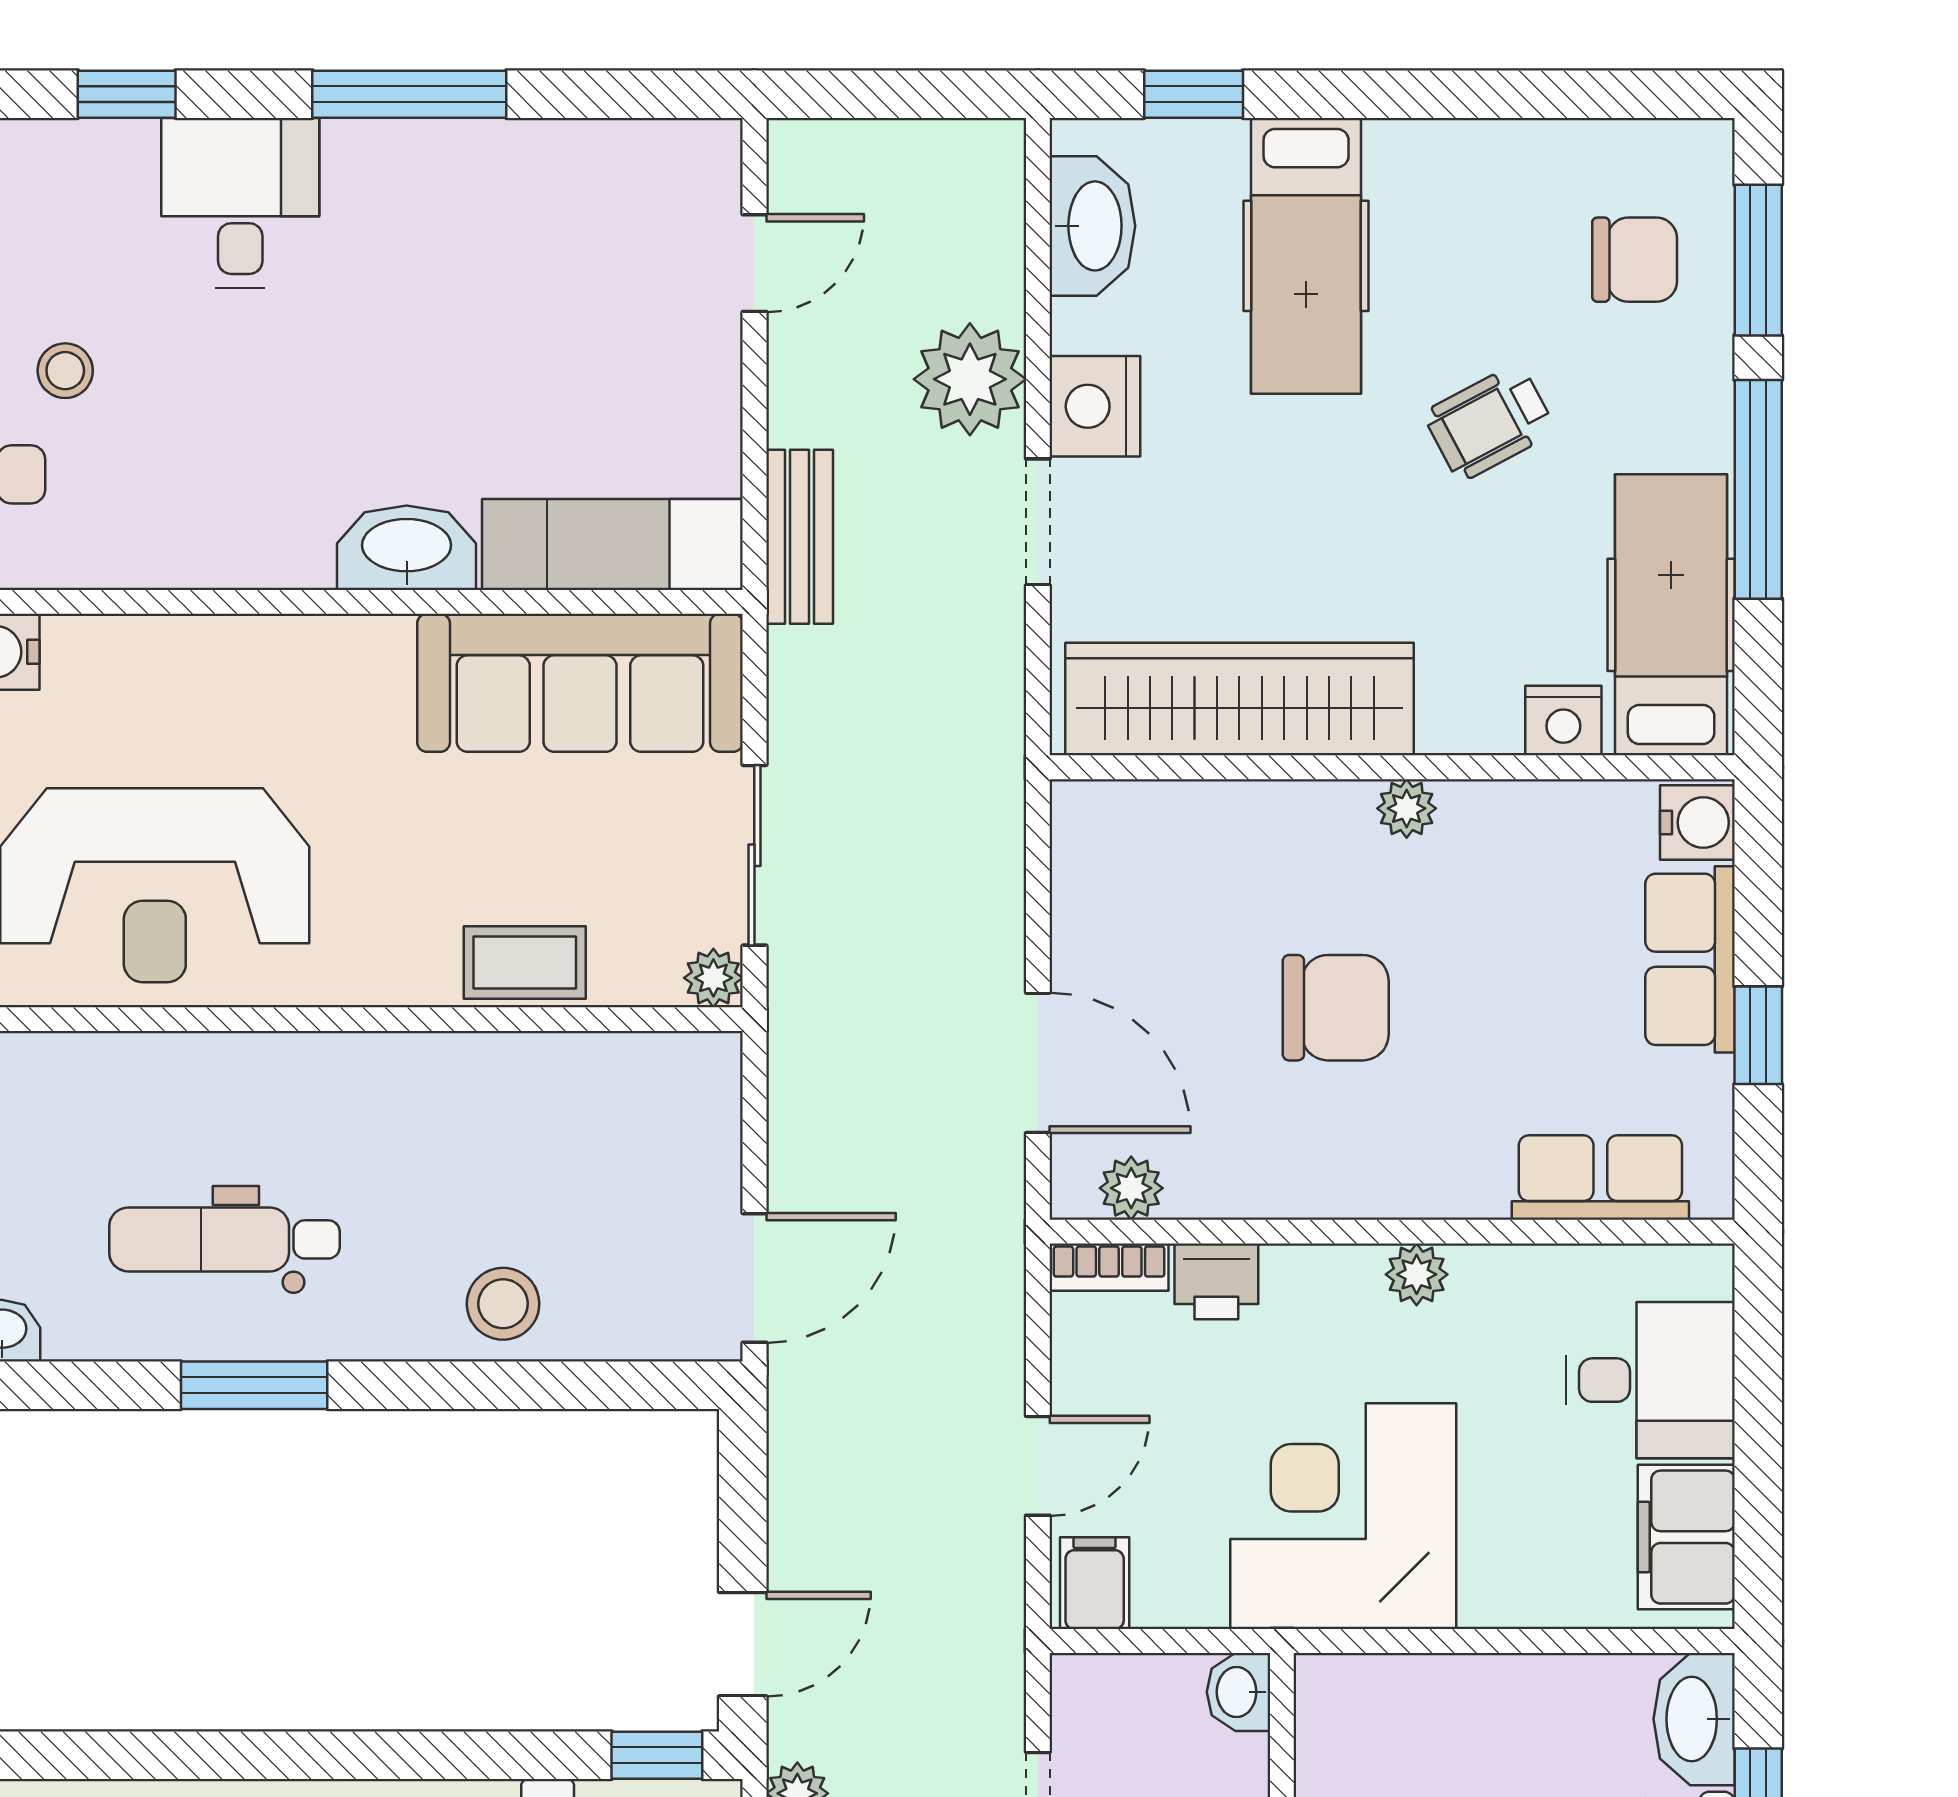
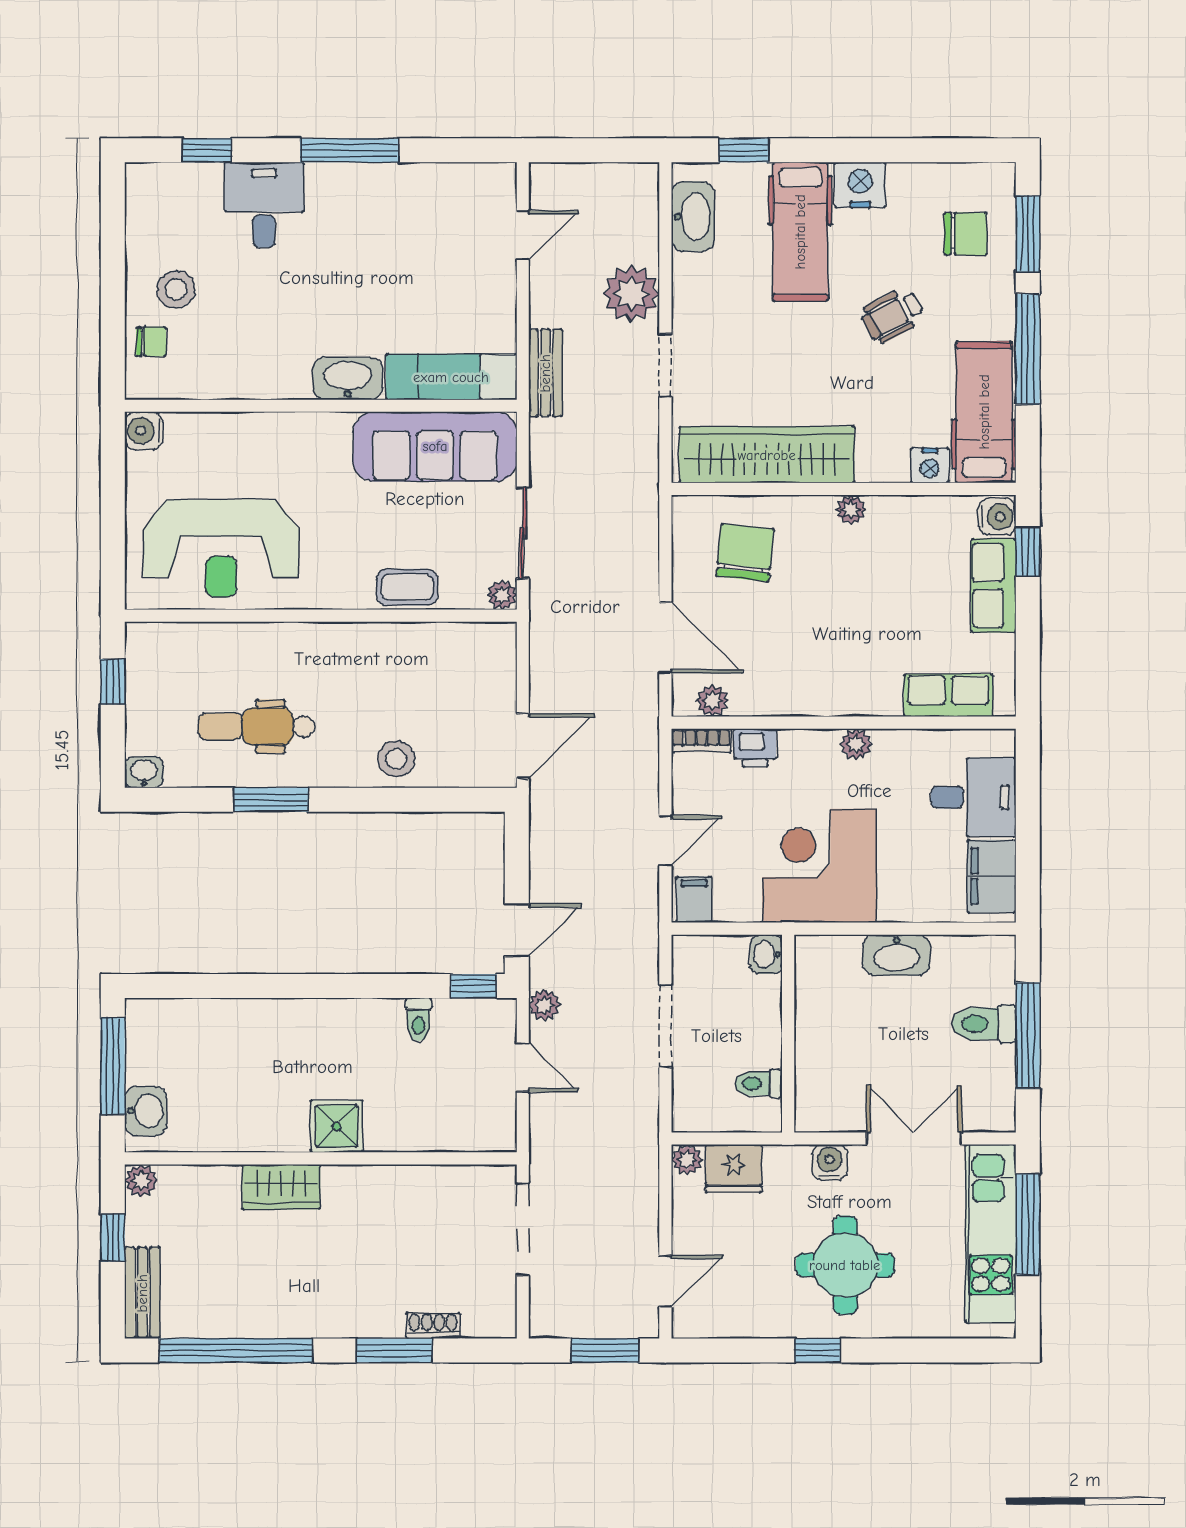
stool: (65, 371) -> (176, 289), width x1.37, depth x1.37
nightstand: (1095, 406) -> (860, 185), moved, turned 90
chair: (1336, 1008) -> (745, 553), moved, turned -84
window: (1758, 1035) -> (1028, 552), moved
washbasin: (1694, 1719) -> (897, 955), moved, turned -90

